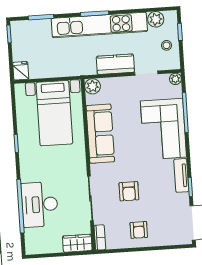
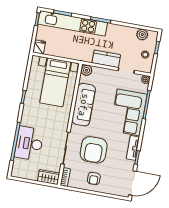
kitchen unit: (99, 25) -> (73, 23), moved
armchair: (129, 191) -> (94, 150), width x1.88, depth x1.88

